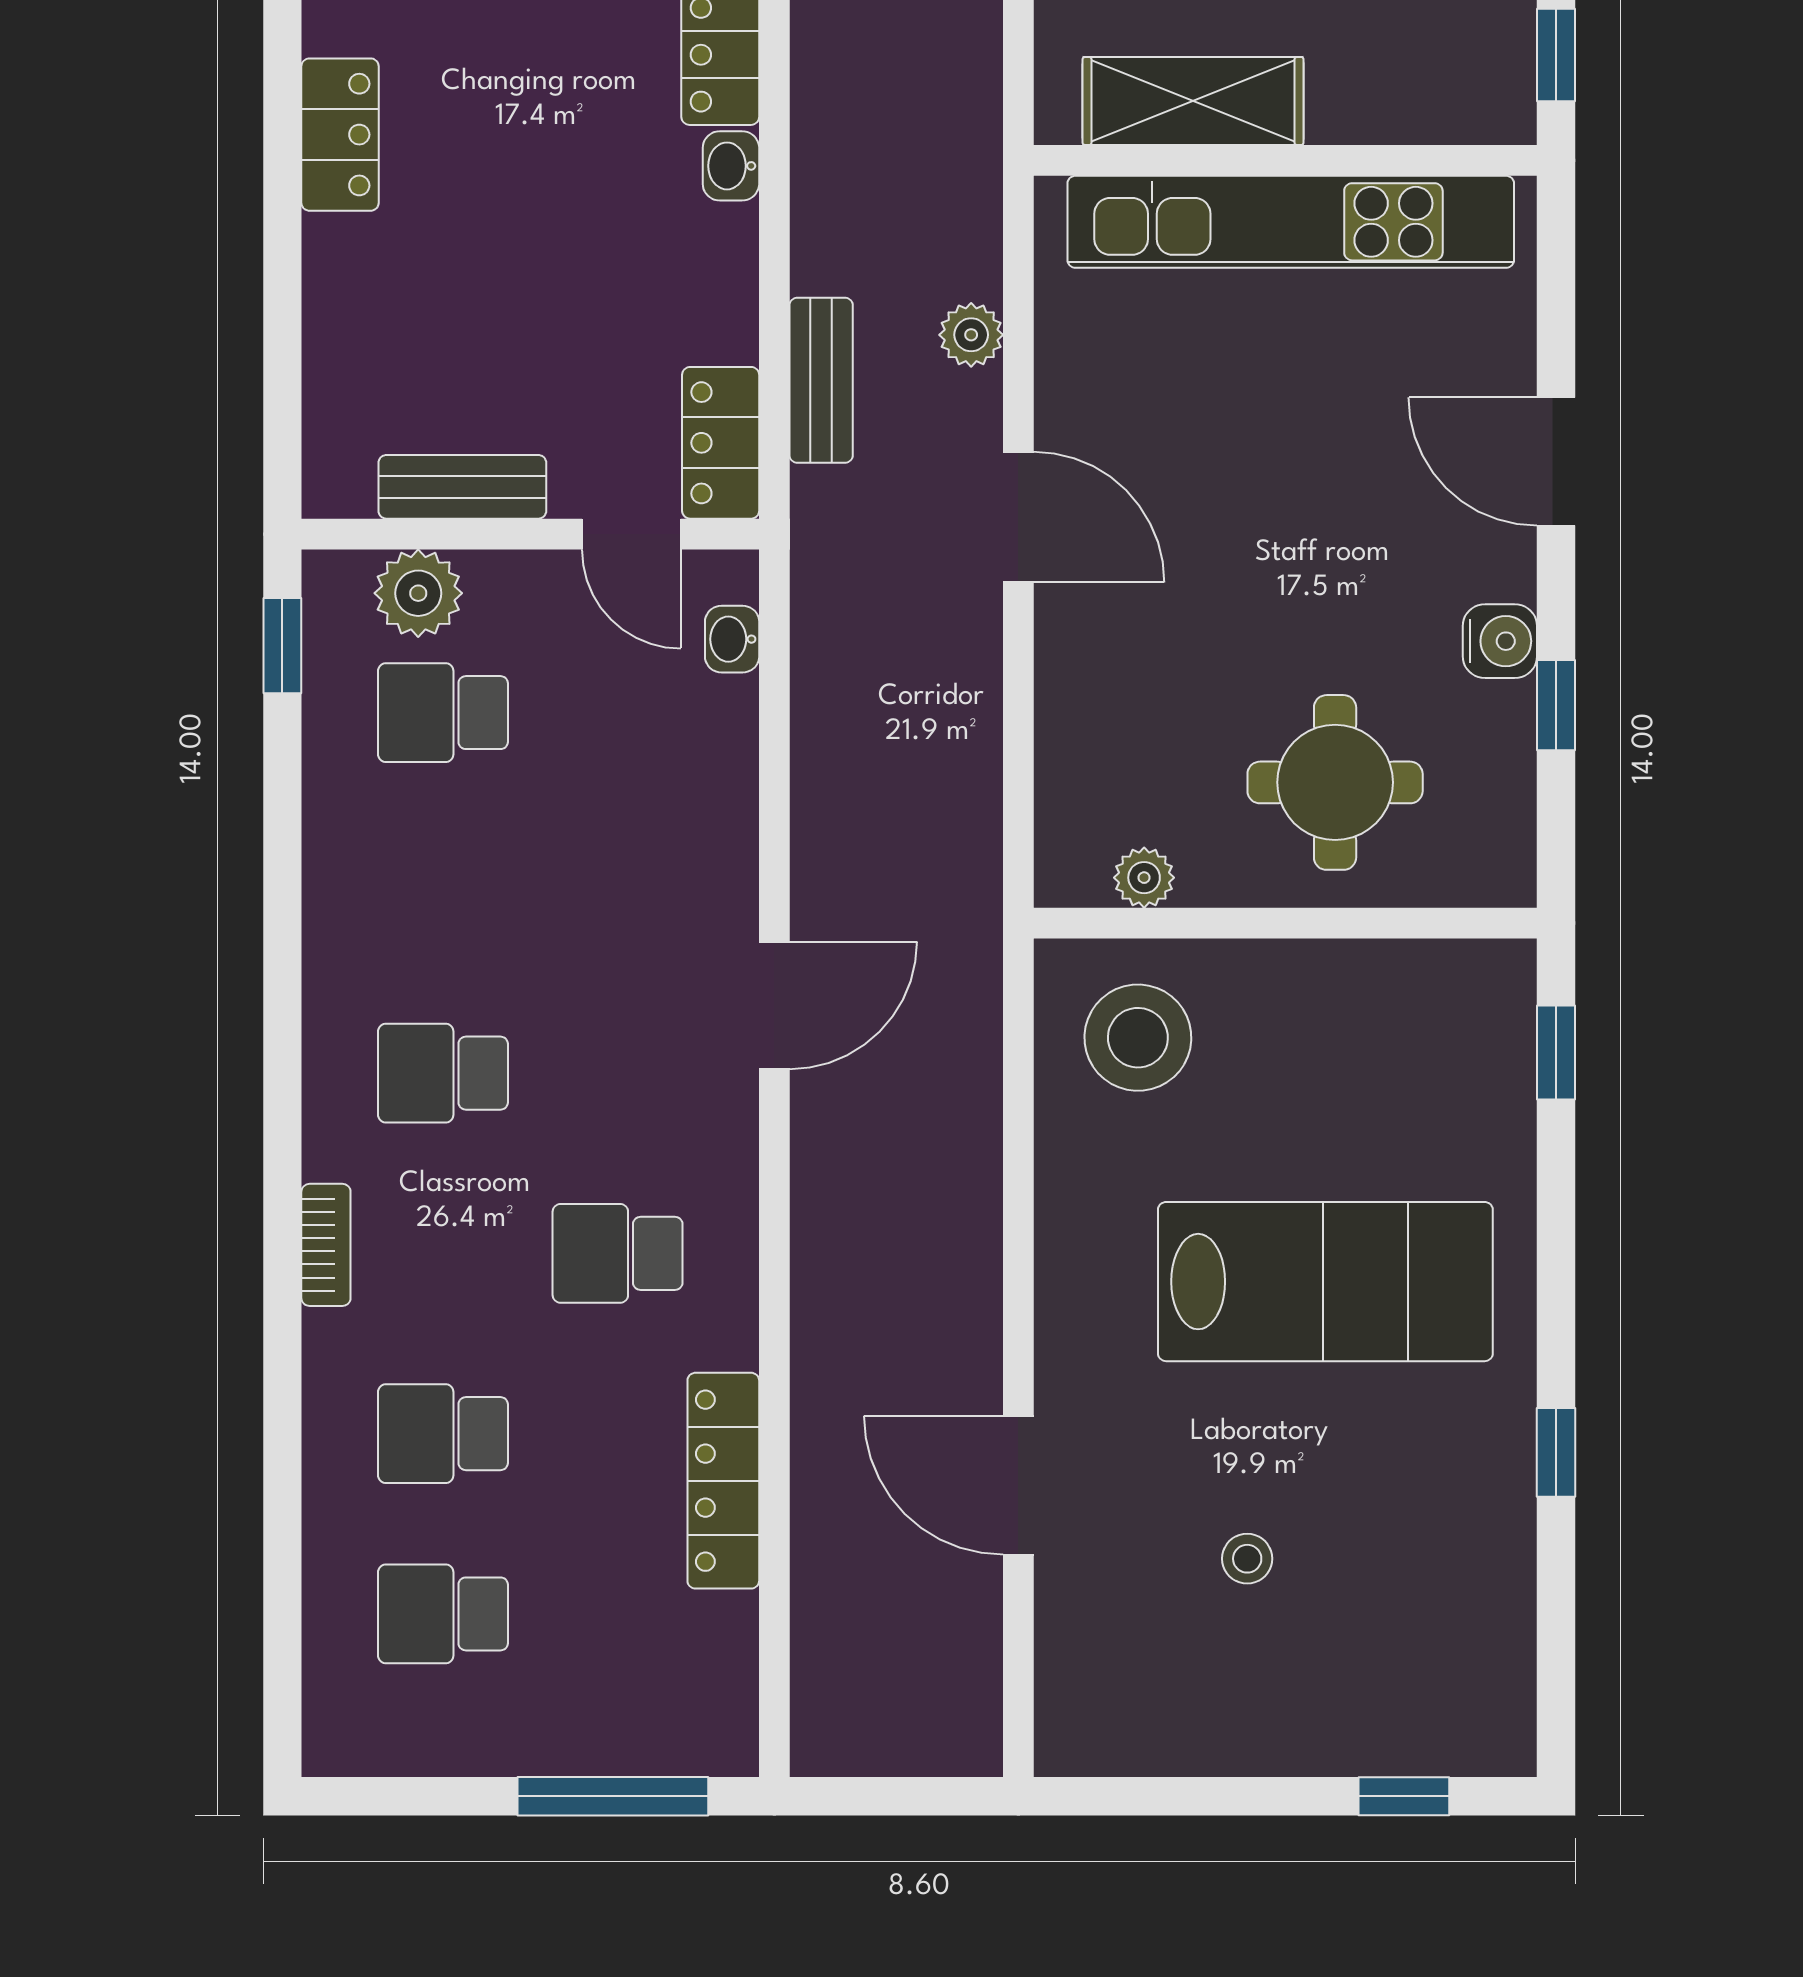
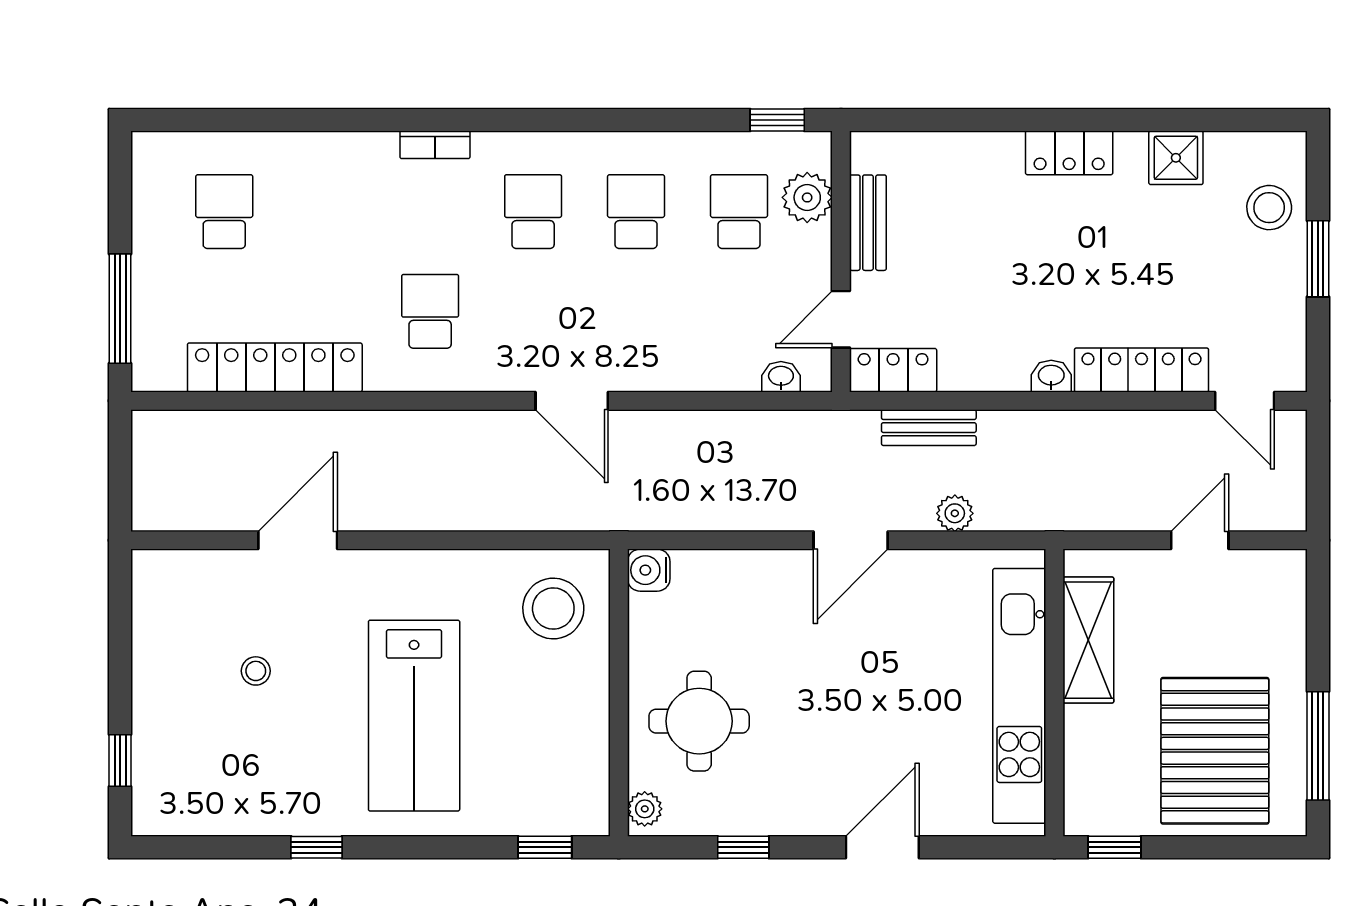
water cooler: (1500, 641) -> (649, 570), moved, turned 90
plant: (1144, 878) -> (645, 809), moved
school desk: (443, 1434) -> (636, 212), moved
locker: (723, 1481) -> (275, 367), width x1.41, depth x1.21

